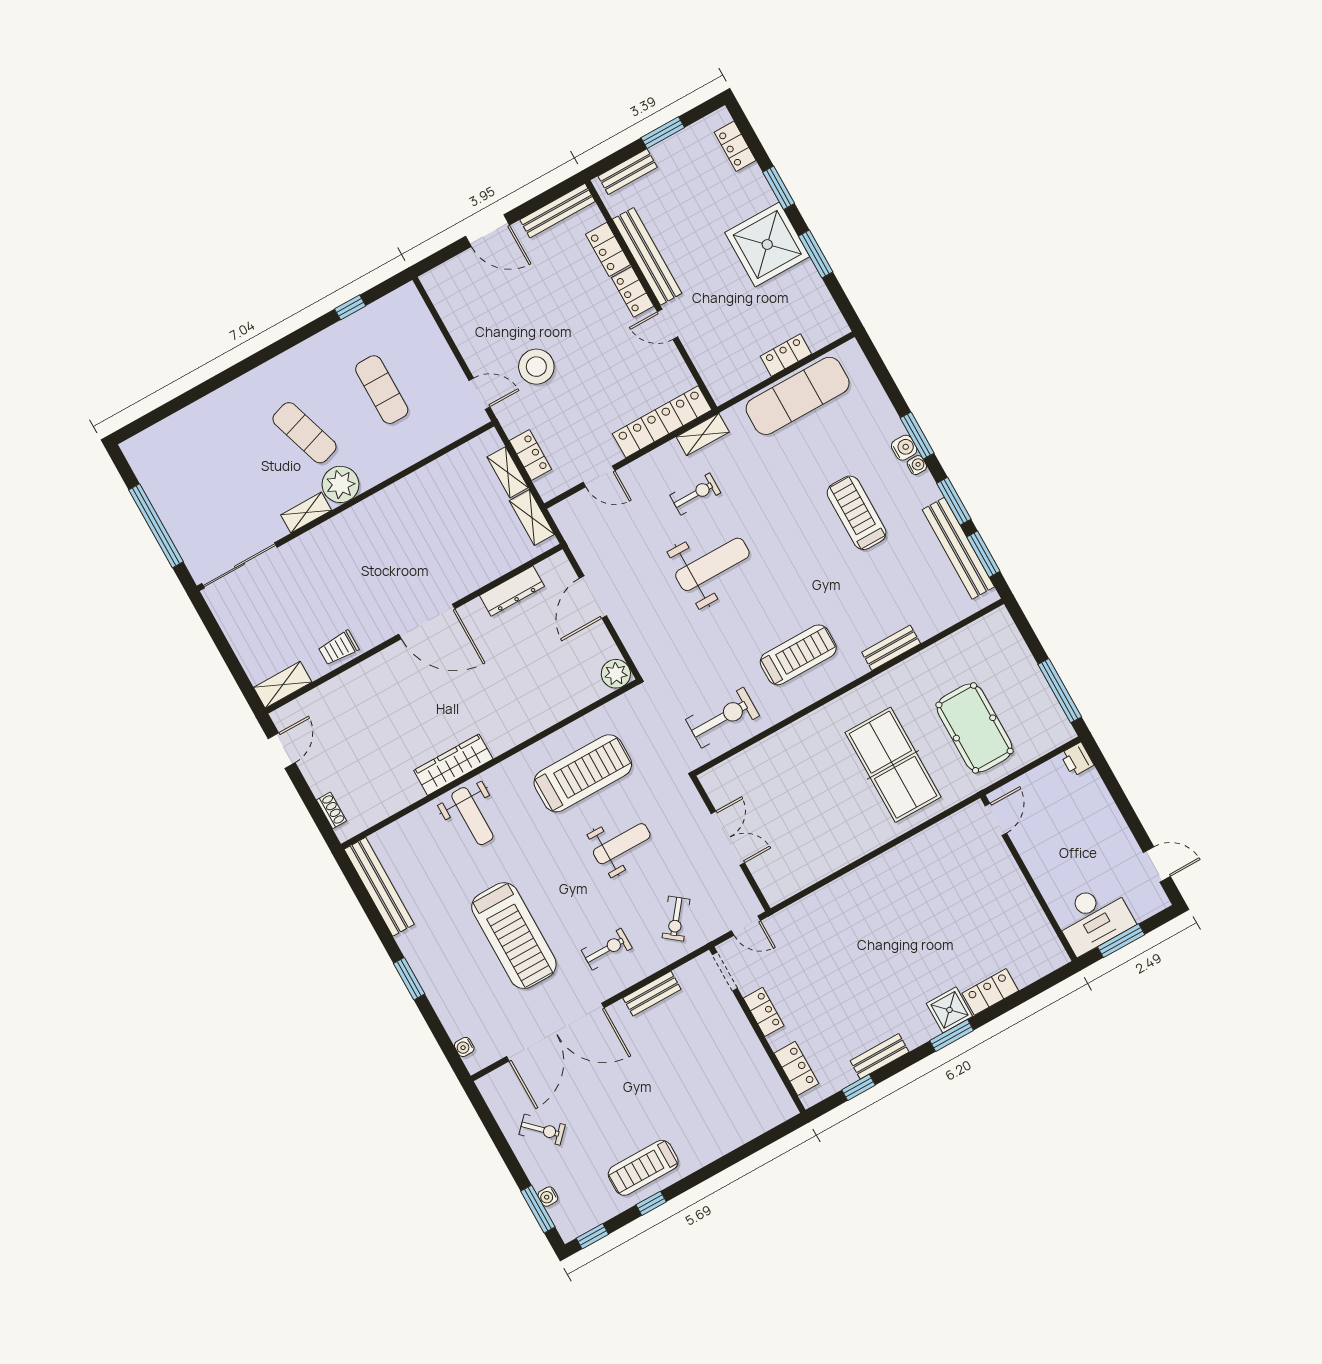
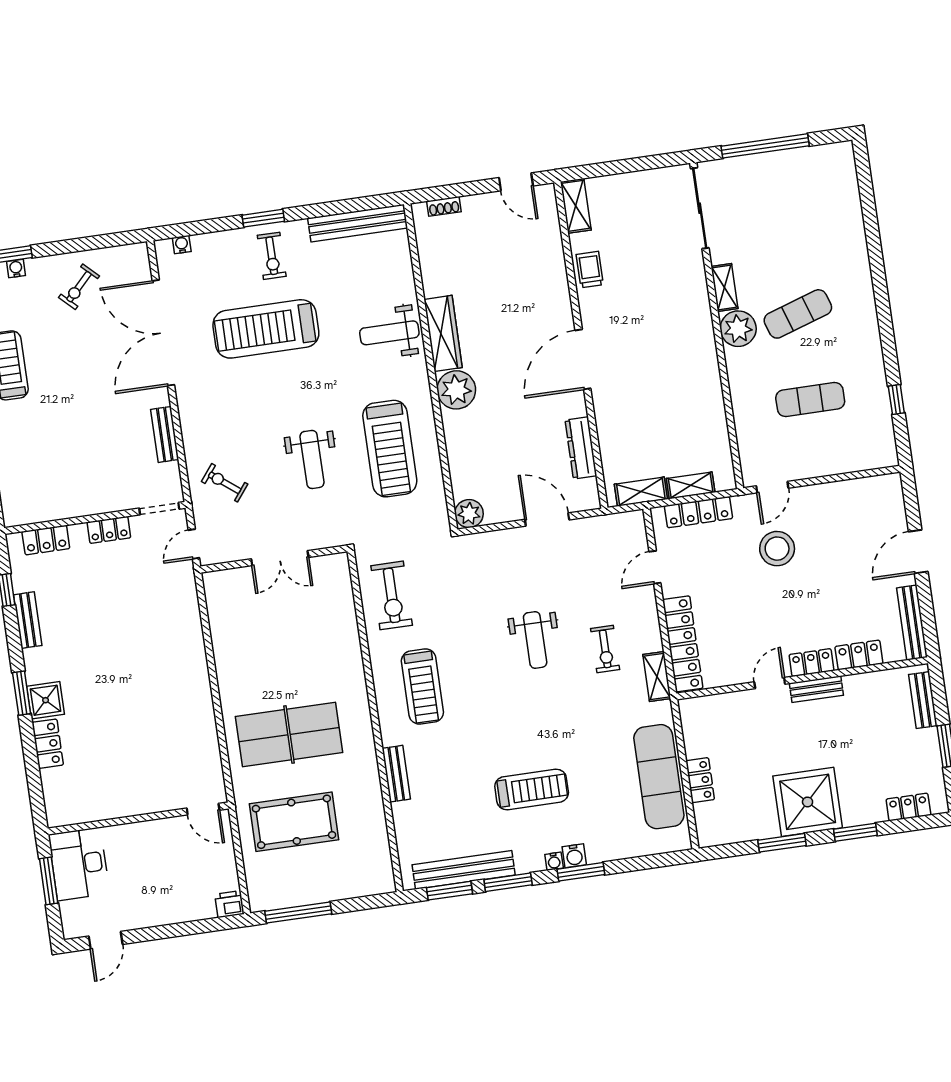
bench: (647, 256) -> (816, 689), width x0.54, depth x0.82
locker: (530, 455) -> (698, 512), width x1.53
weight bench: (712, 564) -> (535, 640), width x0.73, depth x0.75
plant: (502, 731) -> (456, 390), added
exercise bike: (607, 949) -> (272, 256), moved

